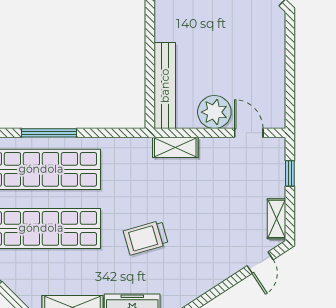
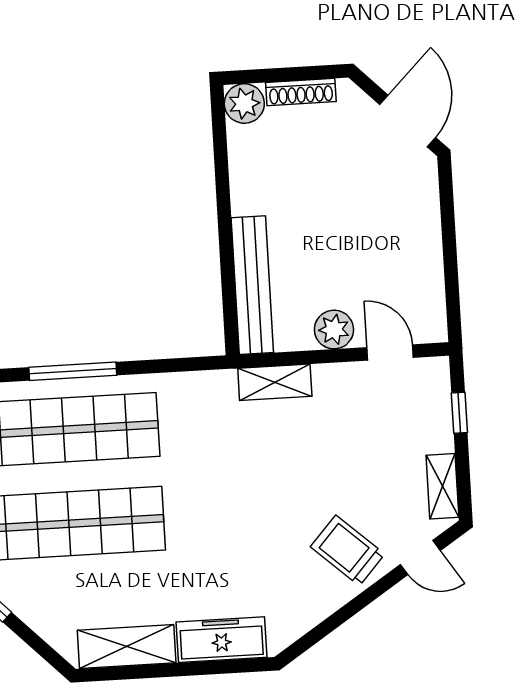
plant: (214, 112) -> (334, 330), width x0.73, depth x0.73
trolley: (146, 238) -> (348, 550), moved, turned 58
door: (260, 263) -> (420, 557), hinge flipped

